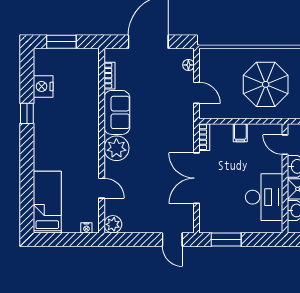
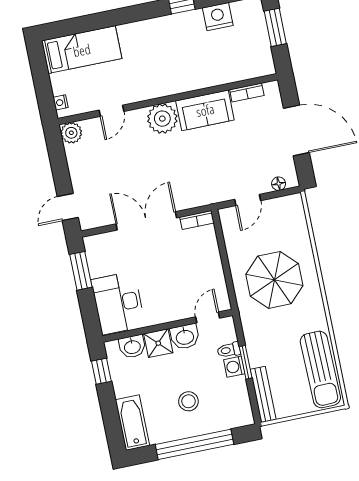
filing cabinet: (240, 133) -> (211, 262), removed
desk: (264, 197) -> (118, 303), moved, turned 90

